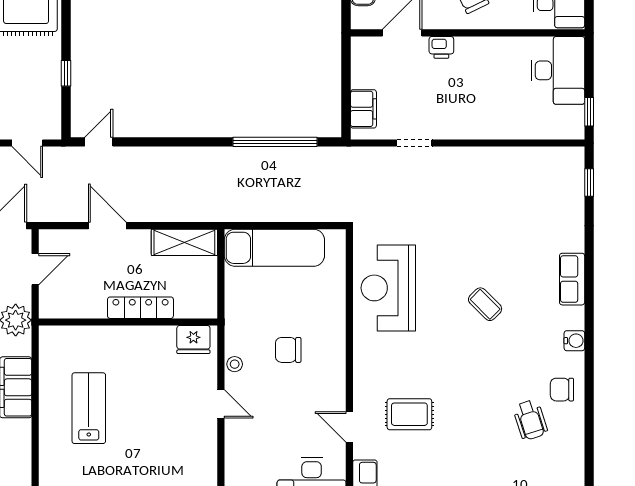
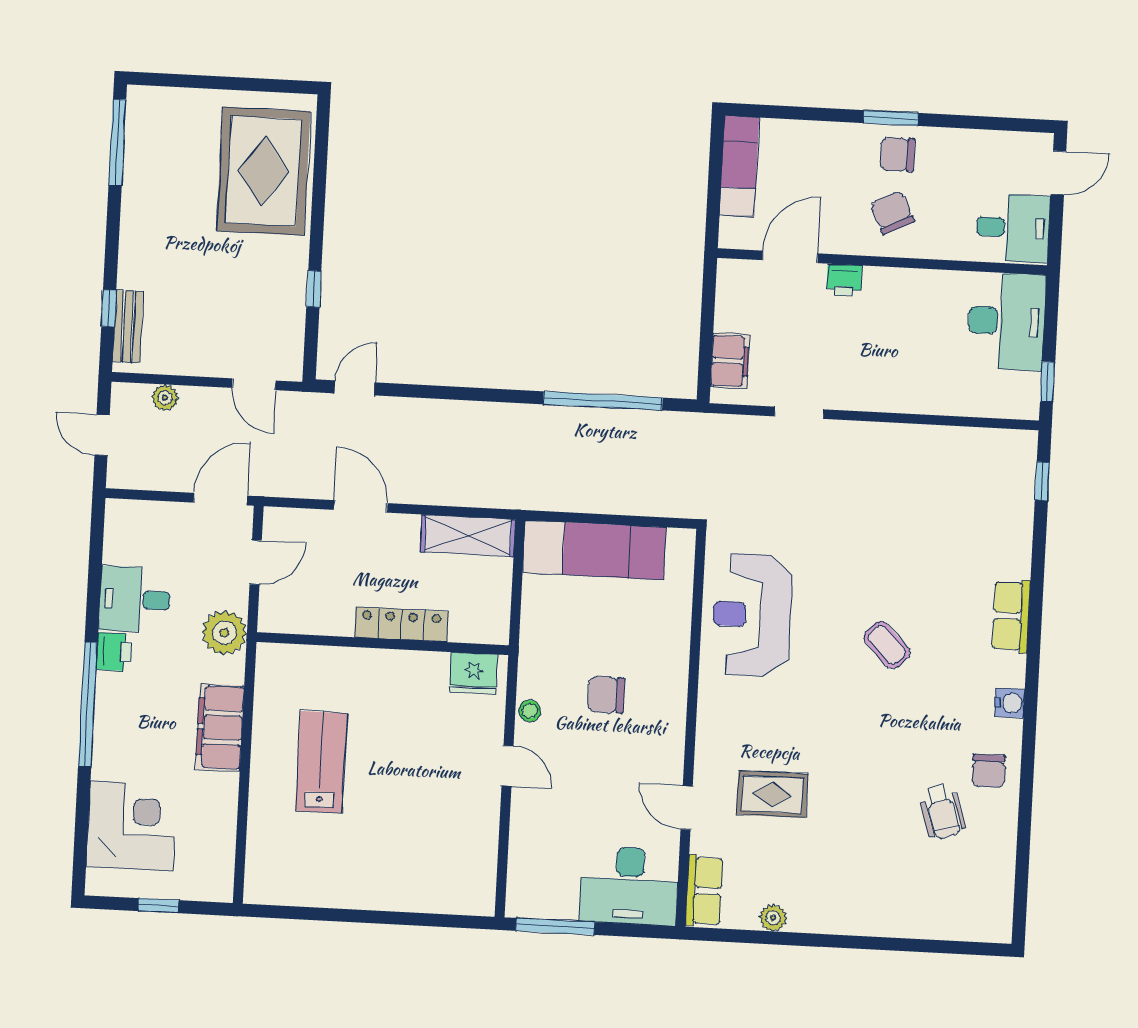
chair: (562, 390) -> (989, 771), turned -90

